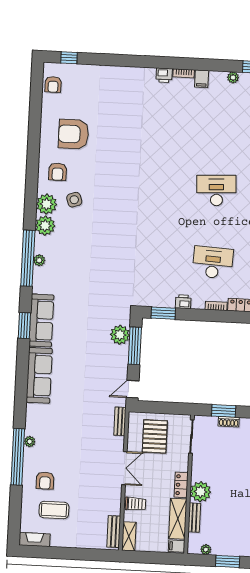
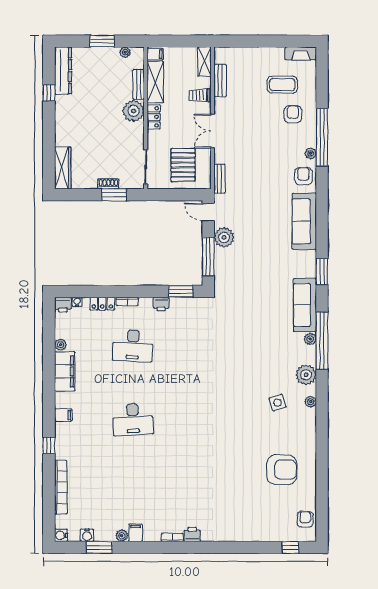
filing cabinet: (202, 79) -> (136, 533), moved
armchair: (58, 172) -> (303, 176), moved
plant: (47, 204) -> (311, 402), width x0.53, depth x0.53
sofa: (41, 320) -> (305, 305), moved
plant: (120, 335) -> (224, 237), moved
door: (133, 389) -> (208, 212), swing flipped
bench: (114, 532) -> (220, 81), moved

